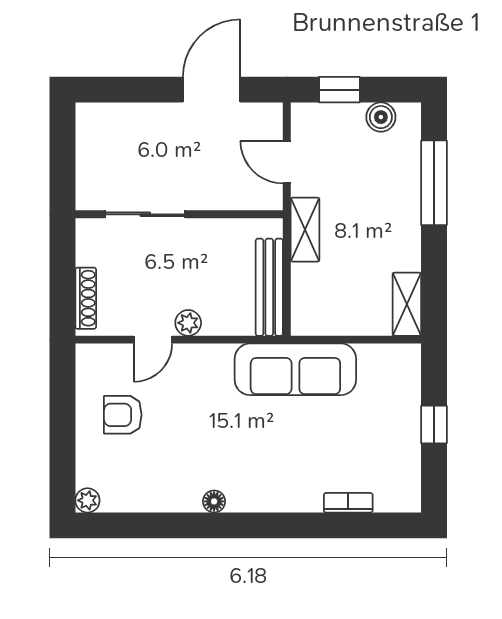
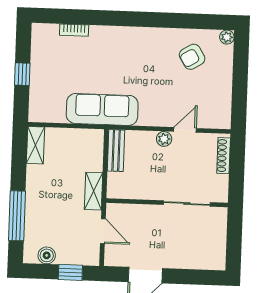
bench: (269, 287) -> (116, 151), width x0.73
armchair: (123, 415) -> (192, 57), moved, turned 149
floor lamp: (214, 501) -> (153, 34), removed

